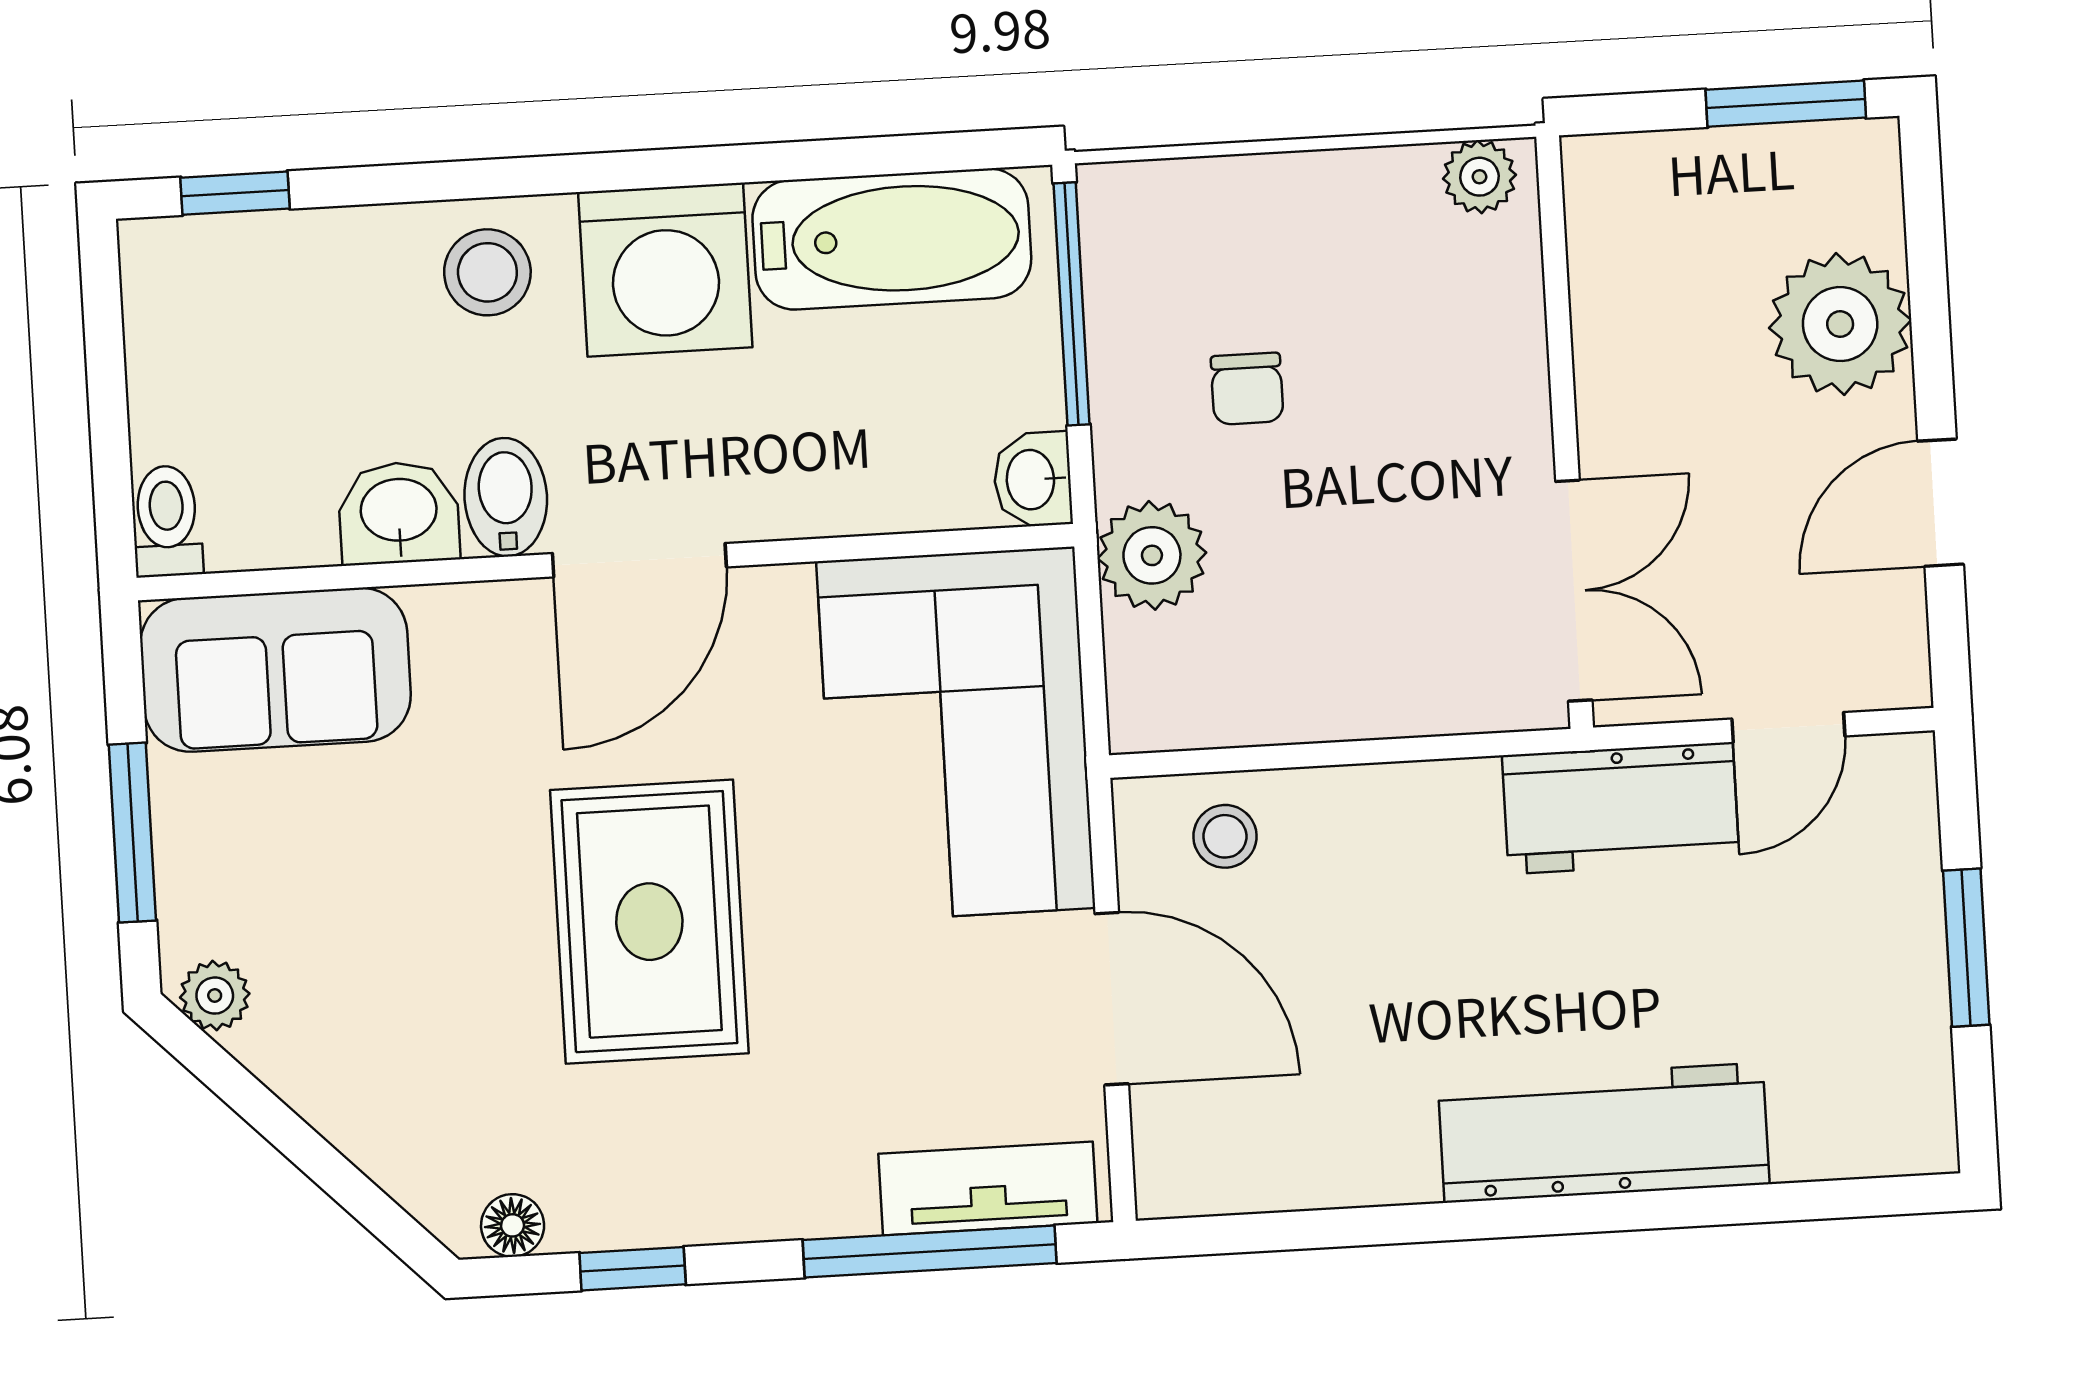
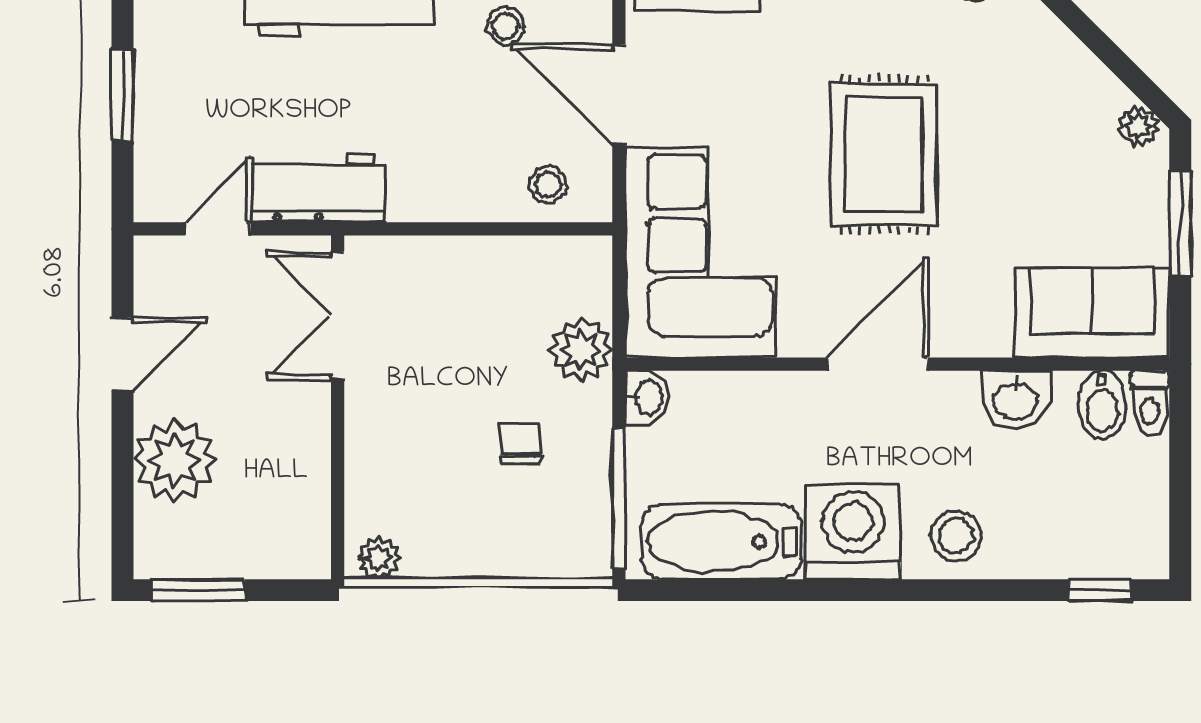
bidet: (506, 497) -> (1102, 405), moved
stool: (1314, 1105) -> (505, 26), added

